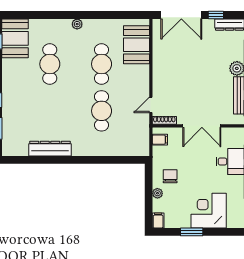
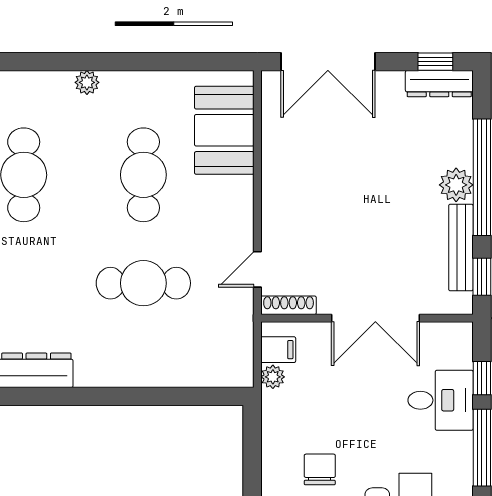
window: (216, 15) -> (435, 62), moved
cafe table: (102, 111) -> (143, 283), turned 90
chair: (170, 176) -> (320, 469), moved
plant: (157, 193) -> (273, 377), moved

